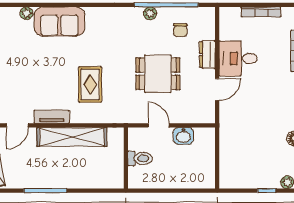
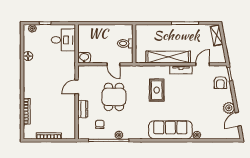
sofa: (59, 21) -> (170, 130), width x1.36
desk: (238, 58) -> (63, 40), moved
dining table: (158, 74) -> (114, 97), turned 90
washbasin: (183, 136) -> (84, 58), moved

